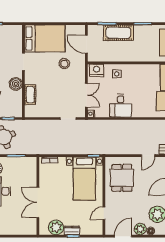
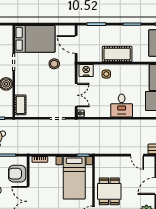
cot: (118, 33) -> (117, 54), moved
cot: (30, 95) -> (20, 105), moved
desk: (121, 106) -> (122, 106), moved
door: (148, 156) -> (137, 155), hinge flipped
armchair: (27, 174) -> (17, 174), added
dining table: (122, 178) -> (109, 191), moved

